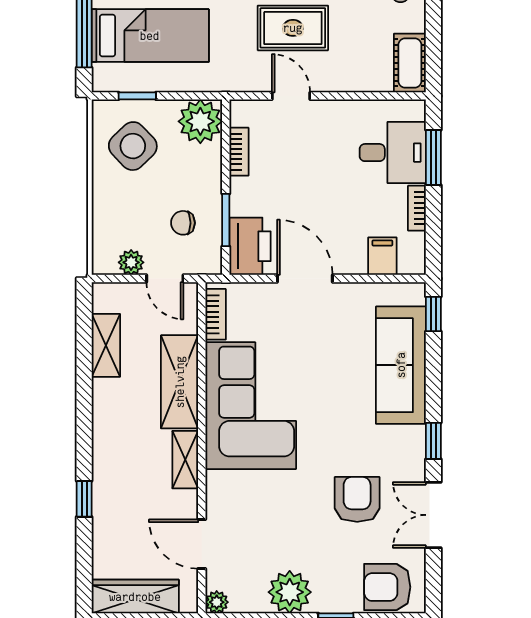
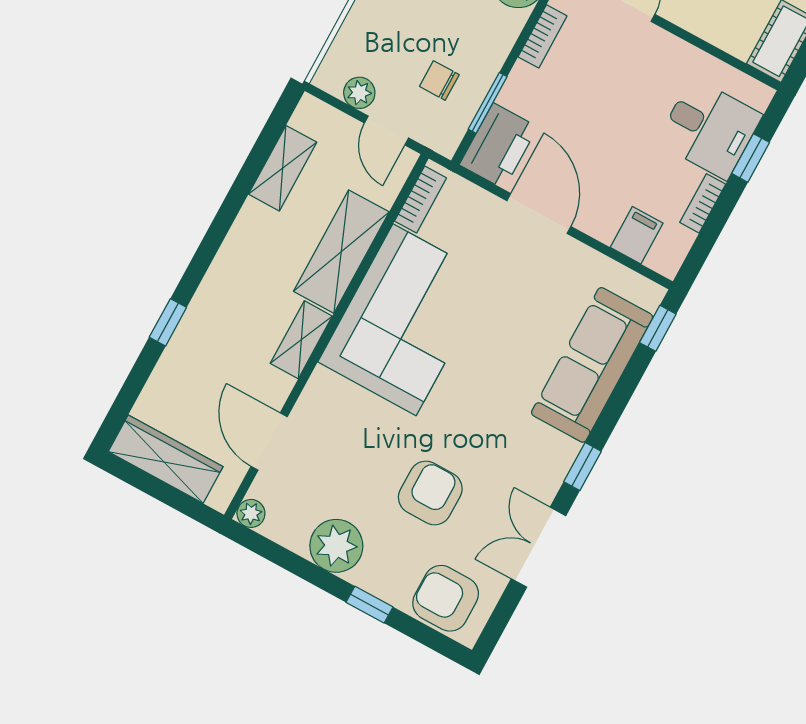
window: (433, 157) -> (751, 158), width x0.67
armchair: (357, 499) -> (430, 493), moved

